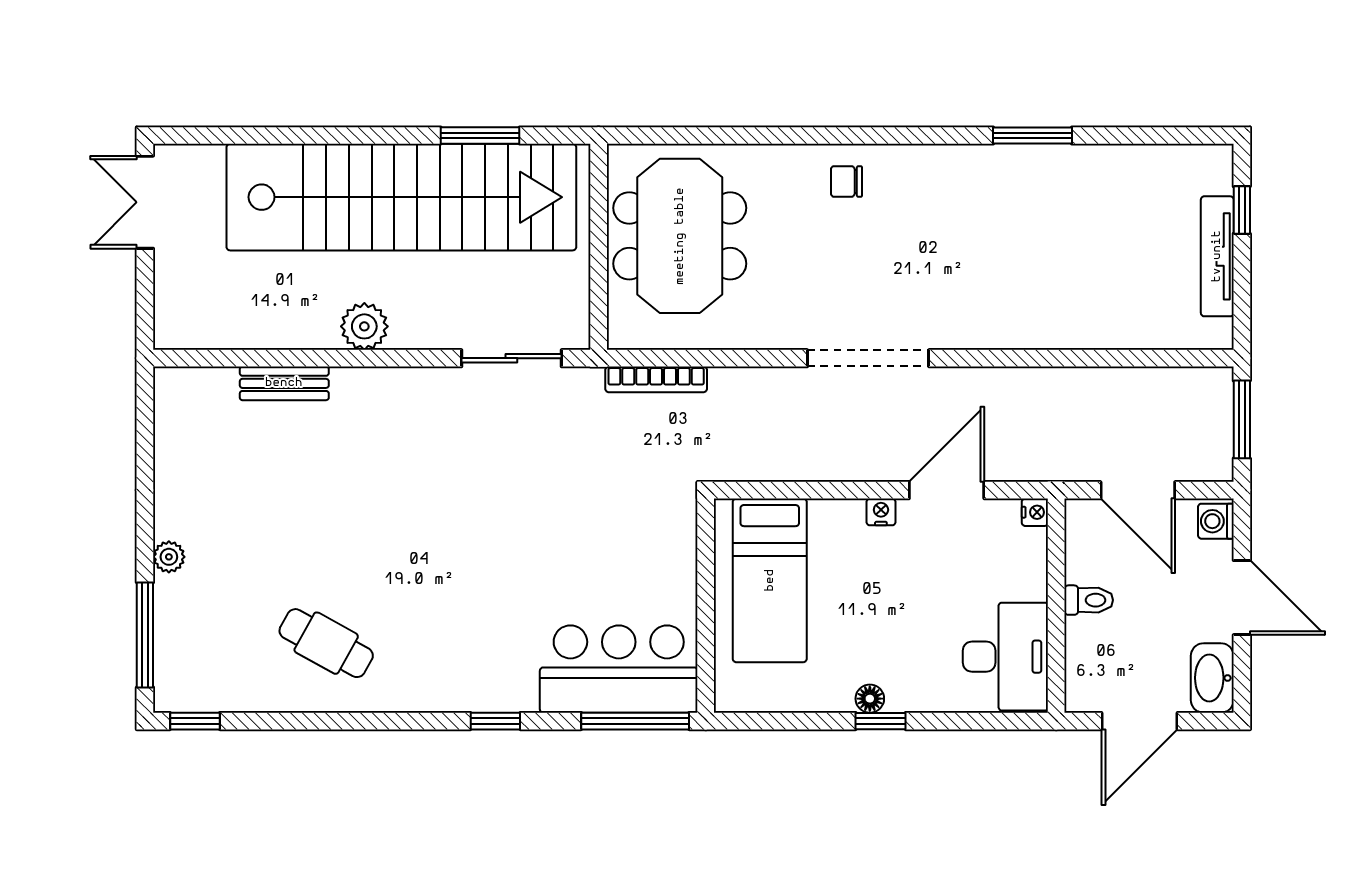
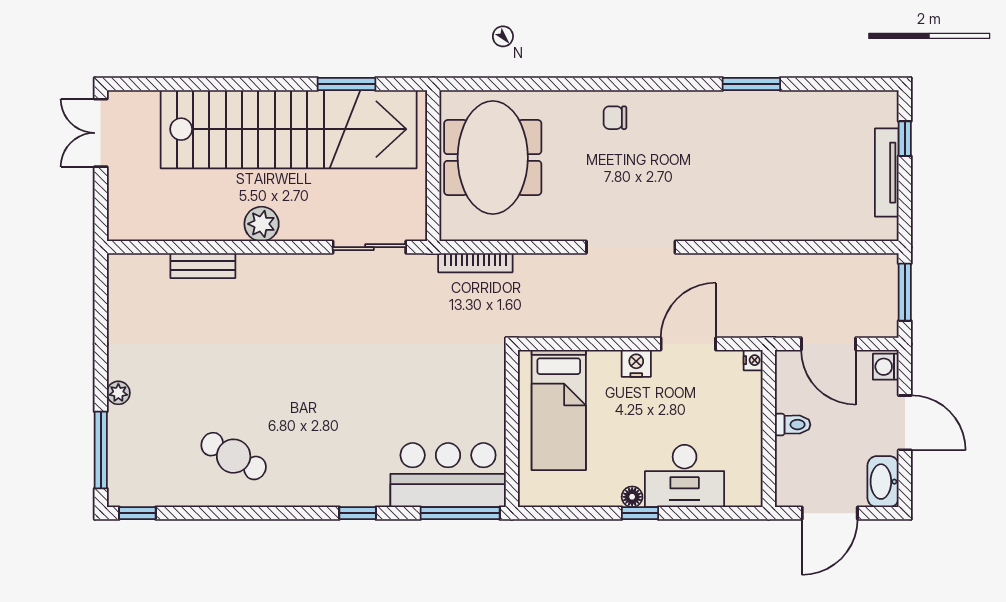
nightstand: (881, 512) -> (636, 363), width x1.39, depth x1.35
desk: (1005, 657) -> (685, 476), moved, turned 90

